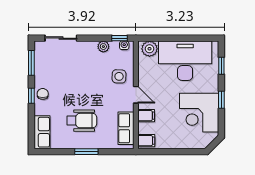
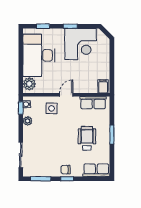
filing cabinet: (146, 116) -> (83, 87), removed

